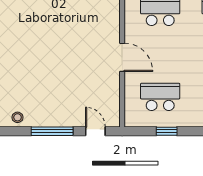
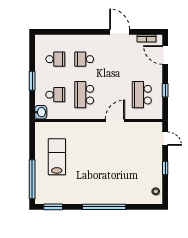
window: (52, 131) -> (165, 168), width x0.46
door: (95, 131) -> (165, 139), swing flipped

